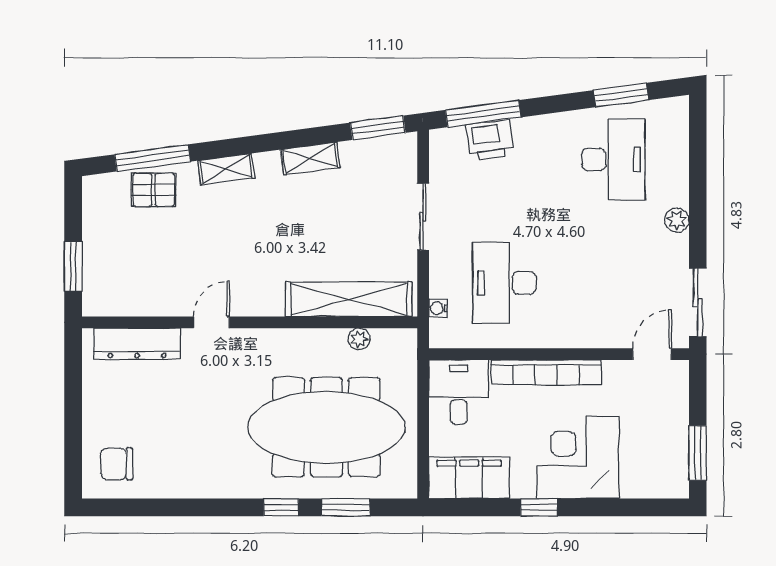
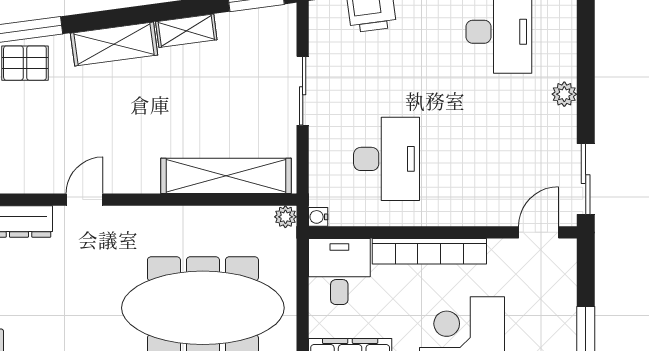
shelving: (226, 169) -> (114, 44), width x1.50, depth x1.33
desk: (504, 283) -> (387, 159), turned 180
water cooler: (438, 308) -> (318, 217), moved
plant: (359, 339) -> (285, 217), moved

